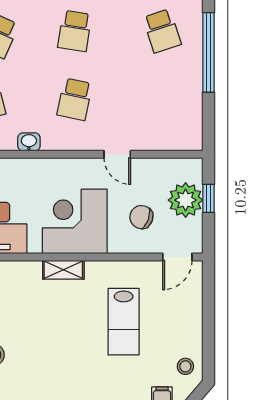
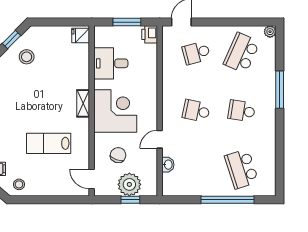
school desk: (162, 31) -> (242, 169), width x1.85
washbasin: (29, 142) -> (168, 165), moved

